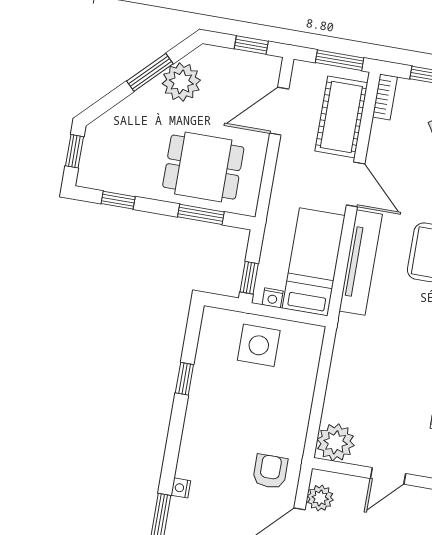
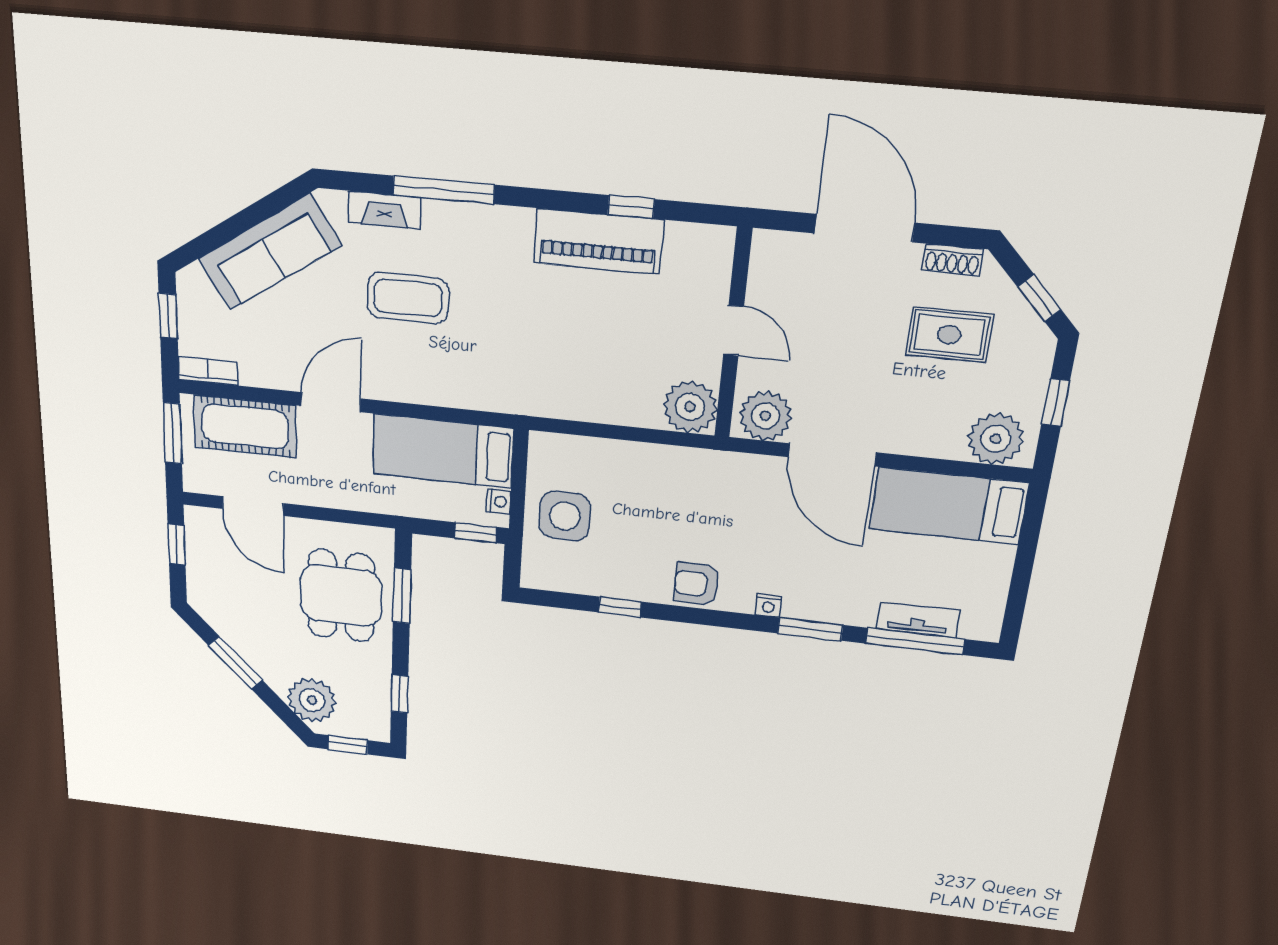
plant: (181, 82) -> (312, 700), moved
tv unit: (361, 263) -> (435, 388), removed
armchair: (270, 471) -> (697, 584), moved
plant: (320, 498) -> (765, 416), width x1.36, depth x1.36

